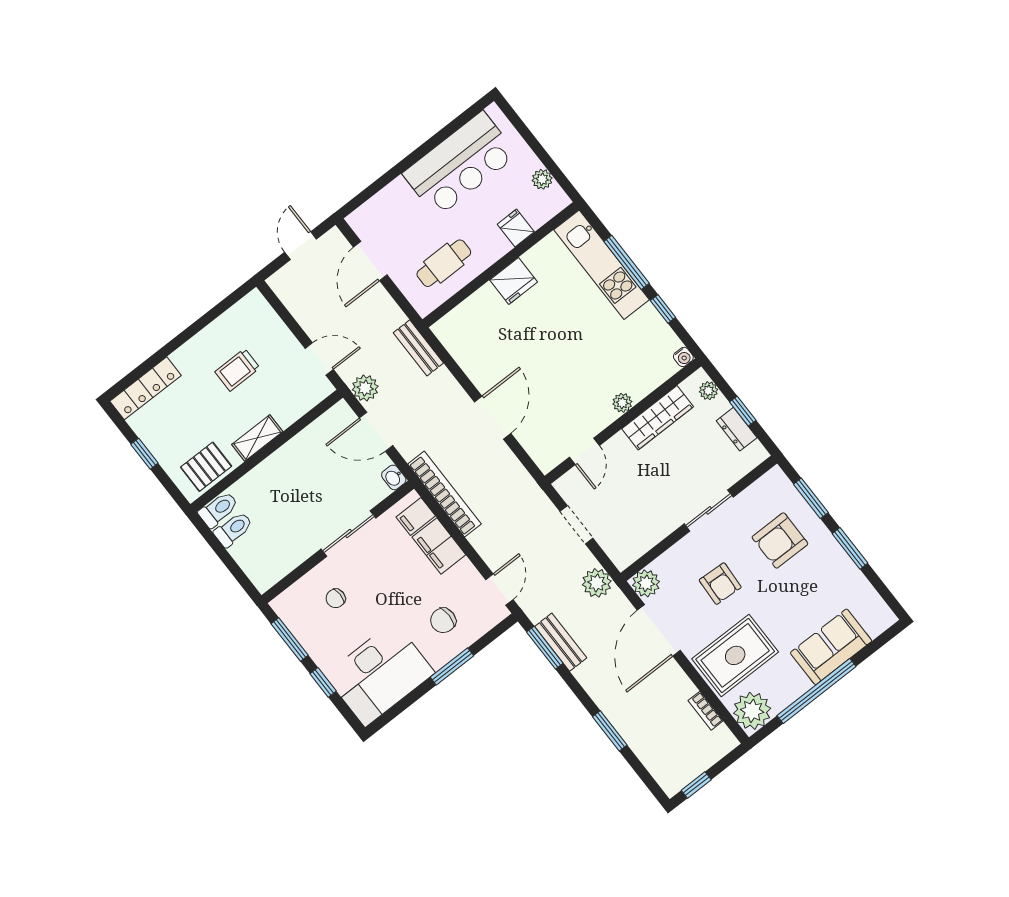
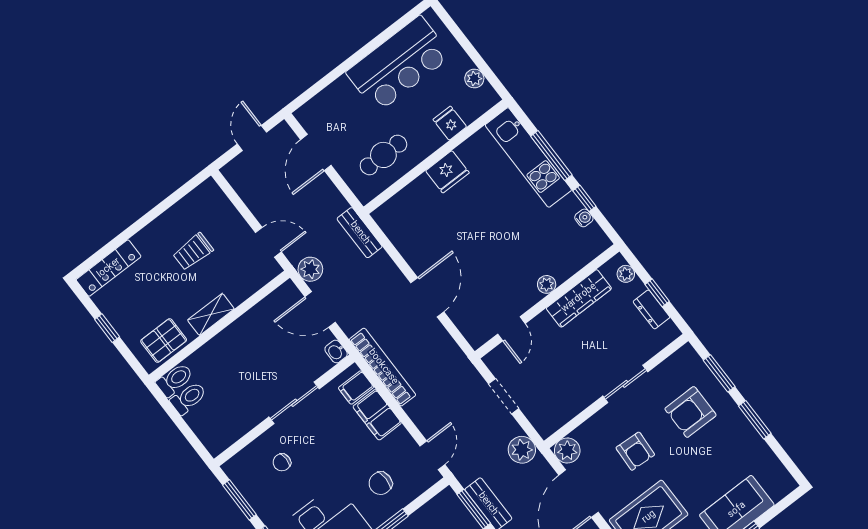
water cooler: (683, 357) -> (584, 218), moved, turned -90

